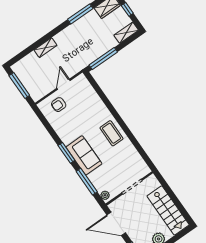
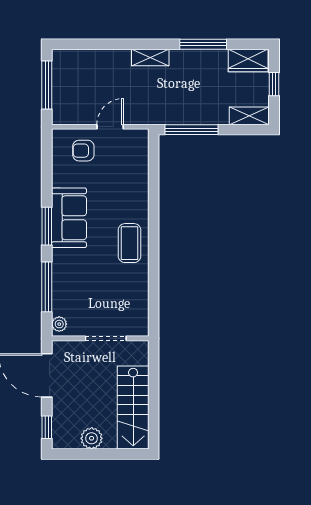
shelving: (45, 48) -> (150, 57), moved
sofa: (84, 155) -> (69, 218), moved

